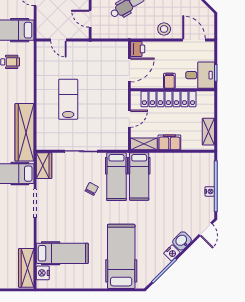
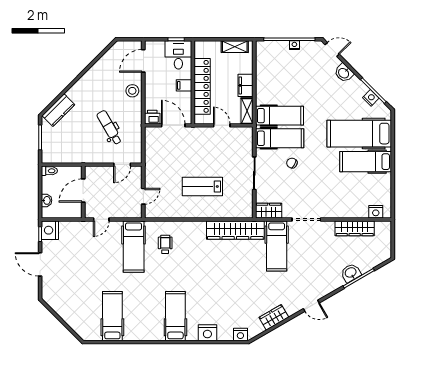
hospital bed: (62, 253) -> (366, 162), moved, turned -90
nightstand: (172, 253) -> (371, 98), moved
wardrobe: (26, 268) -> (355, 228), moved

